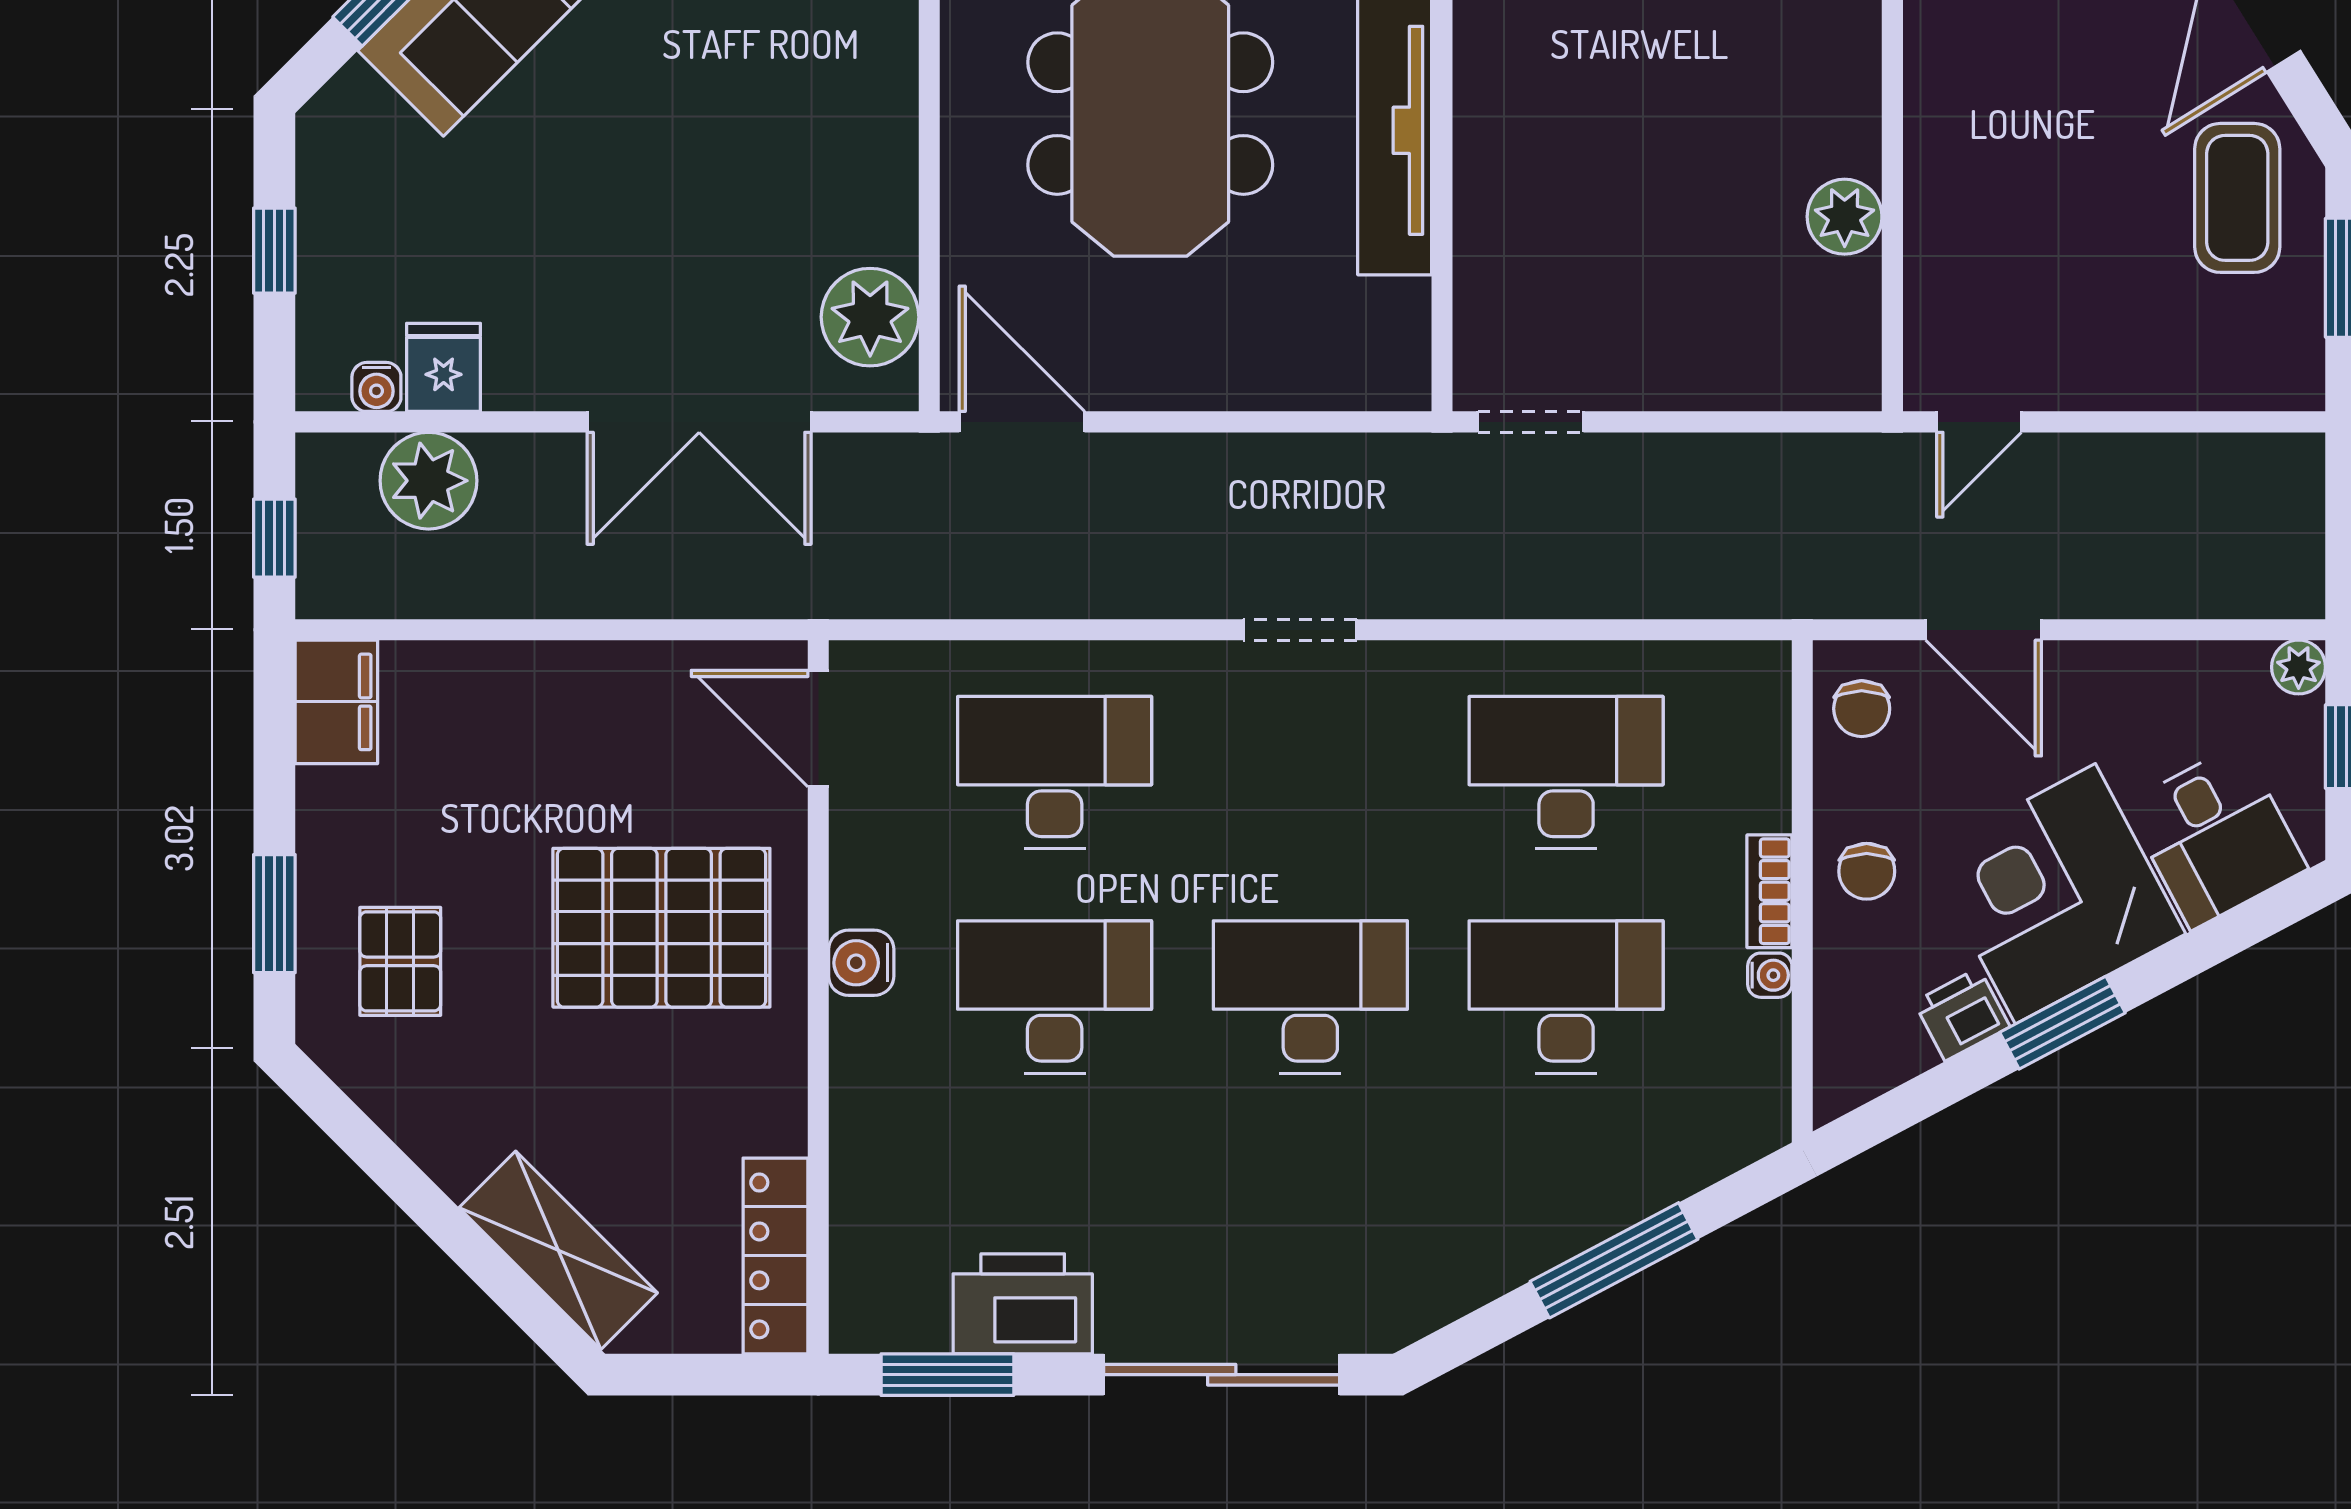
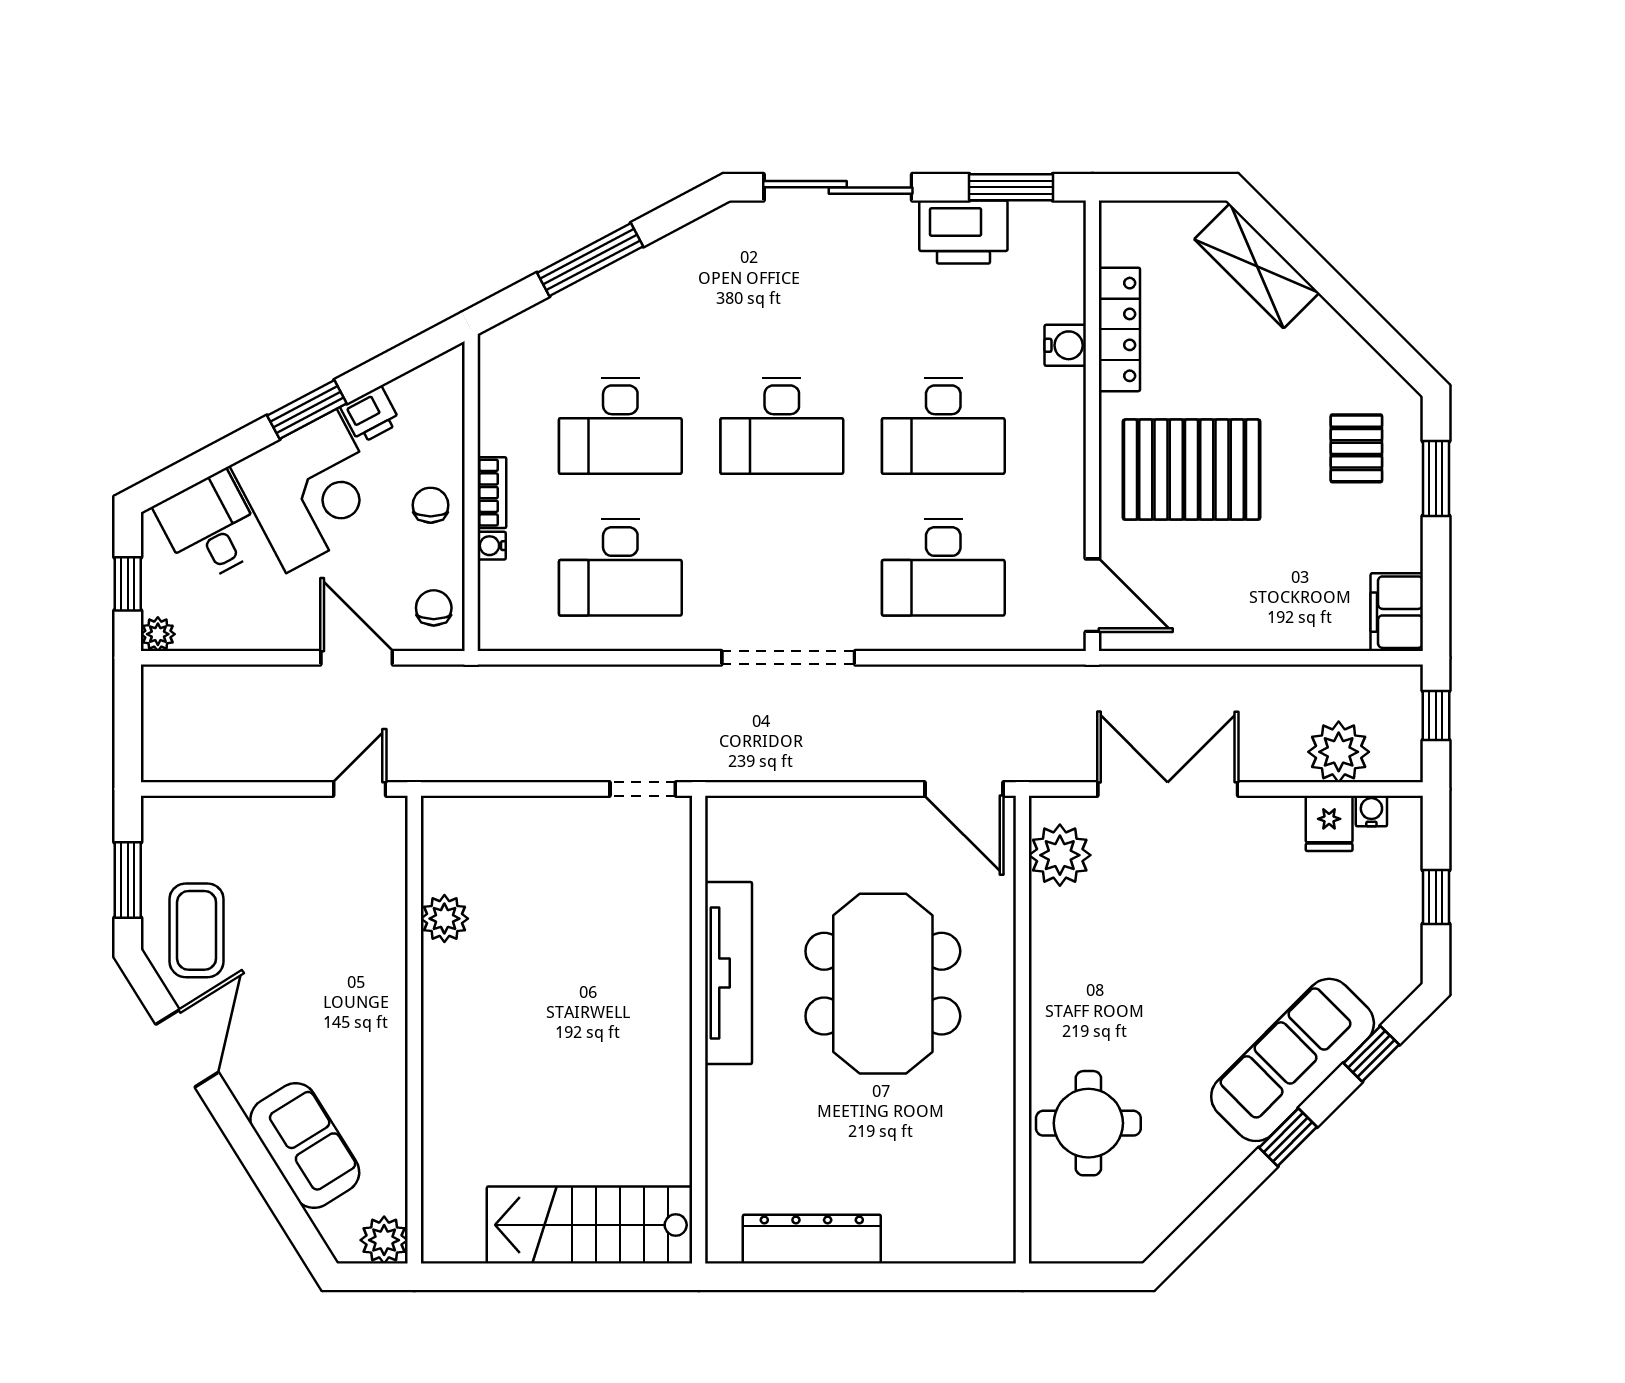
doorway: (1300, 630) -> (788, 658), width x1.87
water cooler: (861, 963) -> (1065, 345), moved
water cooler: (1770, 975) -> (492, 546), moved
locker: (776, 1256) -> (1119, 329), moved

